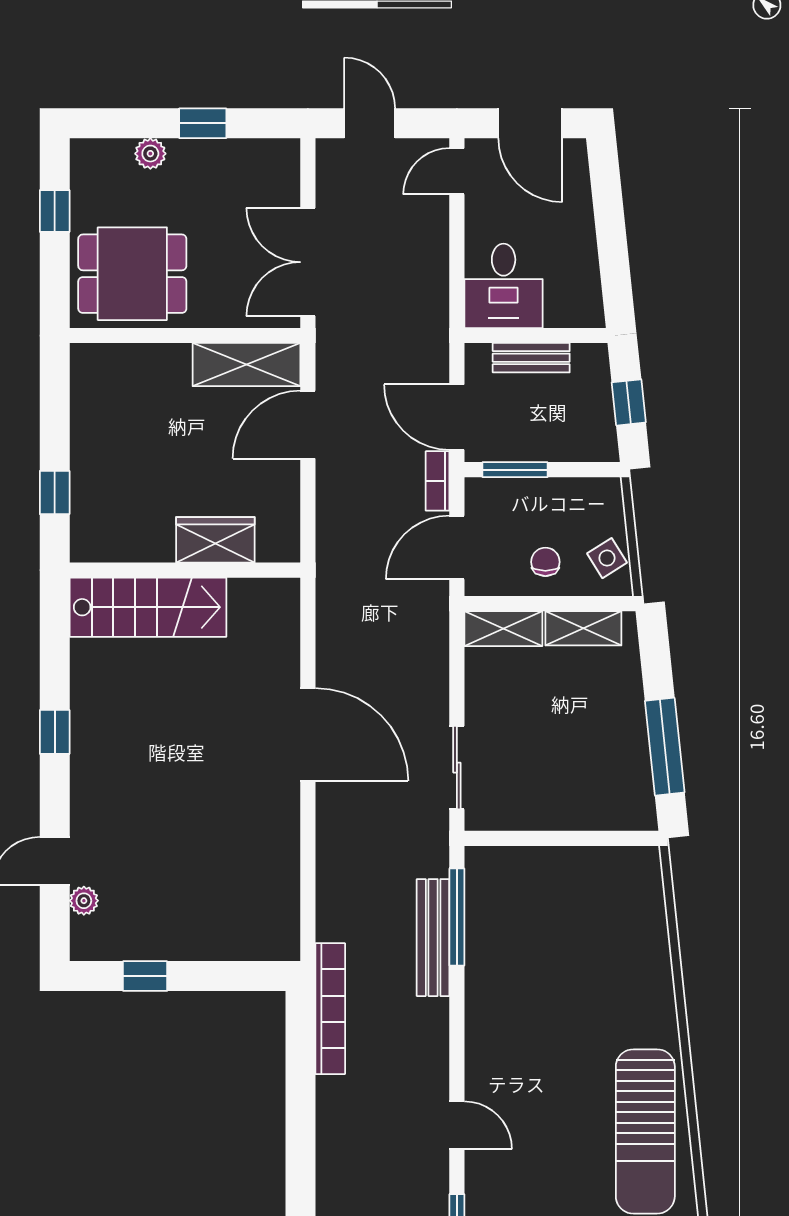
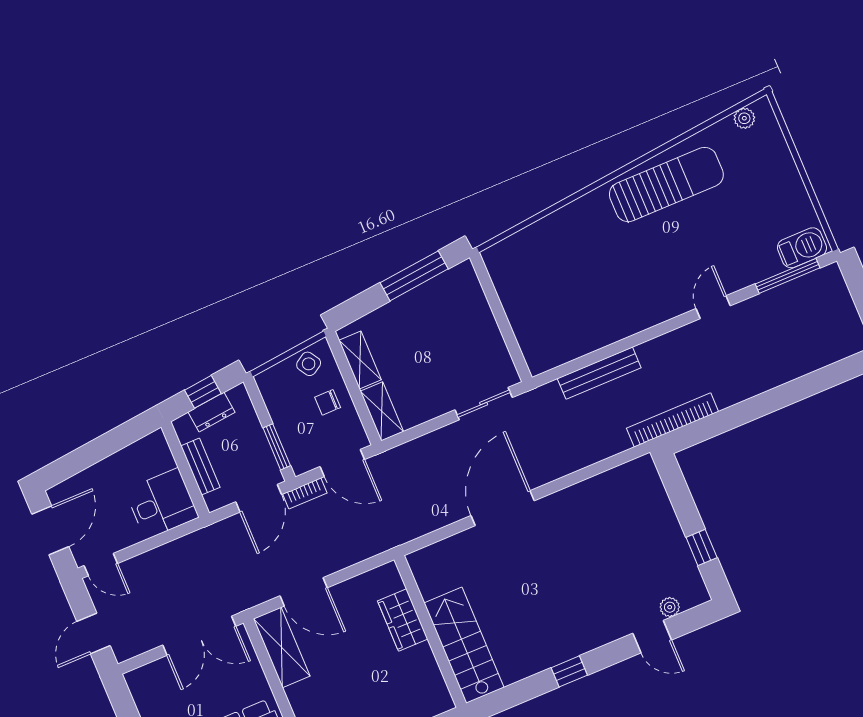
dresser: (597, 403) -> (211, 412), added
window: (457, 917) -> (580, 363), removed

